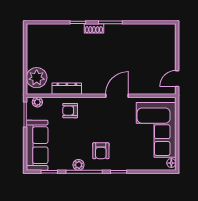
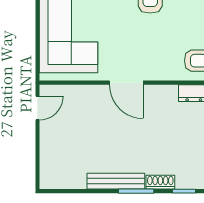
bench: (124, 29) -> (116, 181), added
door: (117, 96) -> (126, 83), hinge flipped

